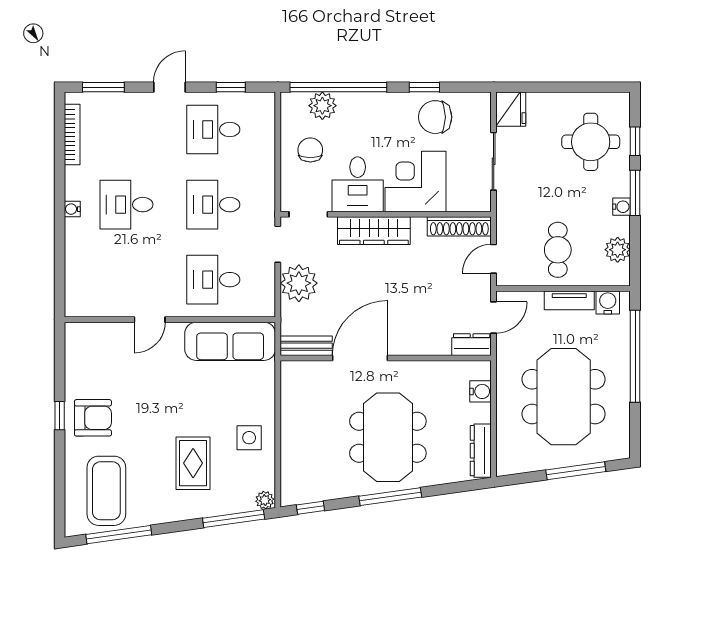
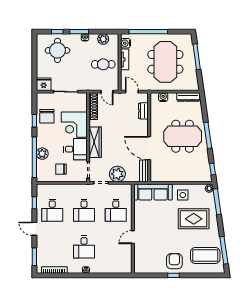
plant: (322, 106) -> (42, 154), moved
door: (150, 320) -> (133, 237), swing flipped
sofa: (230, 341) -> (153, 192), moved, turned 90
dresser: (472, 345) -> (143, 111), moved
meeting table: (564, 397) -> (165, 62), turned 90
rug: (193, 463) -> (194, 219), width x1.36, depth x1.43

